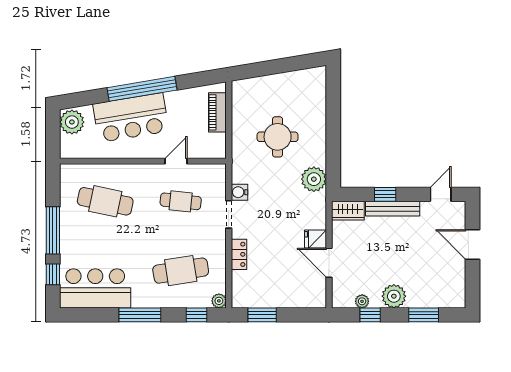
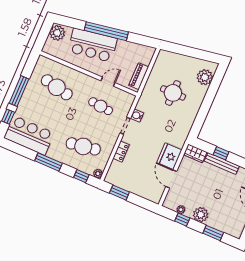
piano: (217, 112) -> (139, 76), moved
plant: (314, 179) -> (205, 77), moved
fridge: (316, 239) -> (169, 156), width x1.88, depth x1.34

